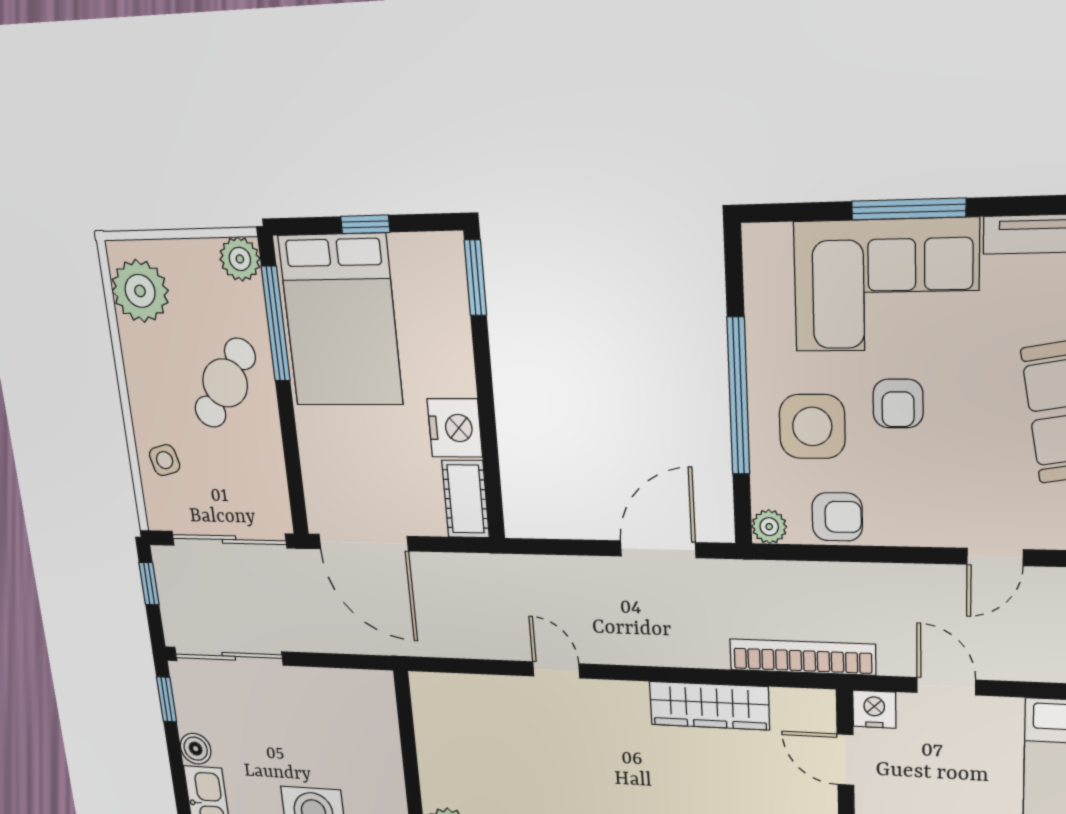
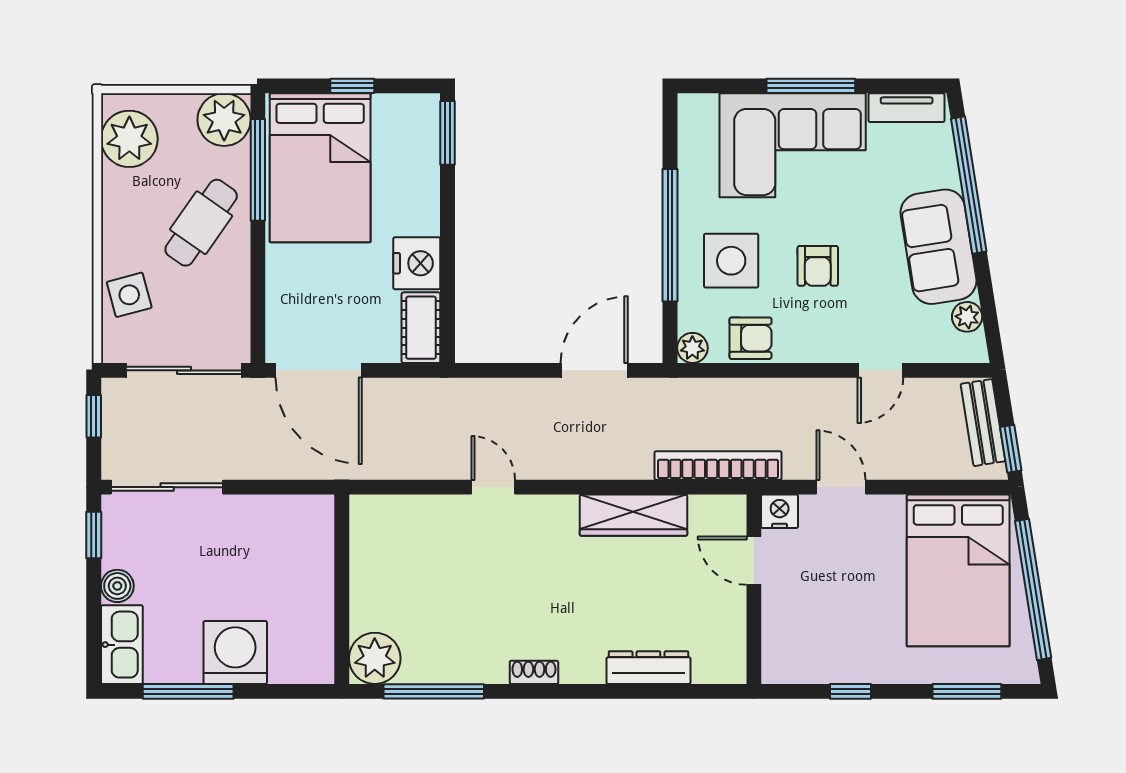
plant: (240, 259) -> (224, 120), width x1.36, depth x1.36
armchair: (898, 403) -> (818, 266), moved
side table: (165, 460) -> (129, 295), width x1.37, depth x1.37

